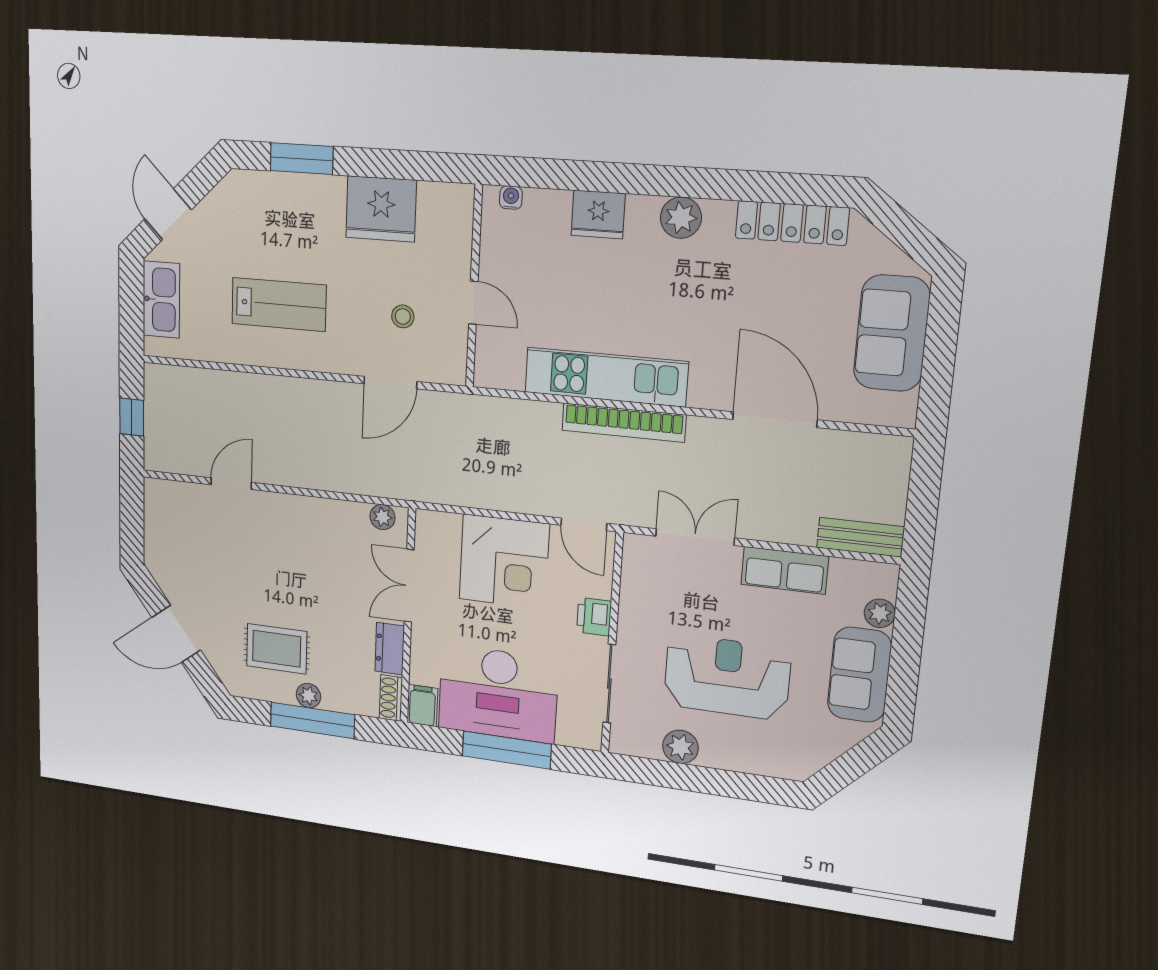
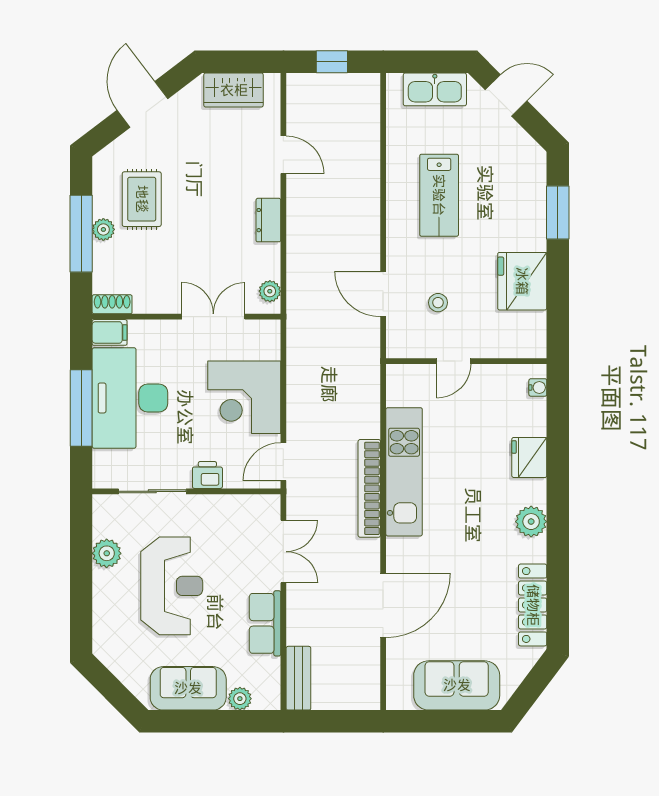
wardrobe: (161, 532) -> (234, 90), added
dresser: (390, 649) -> (268, 220), moved, turned -90

